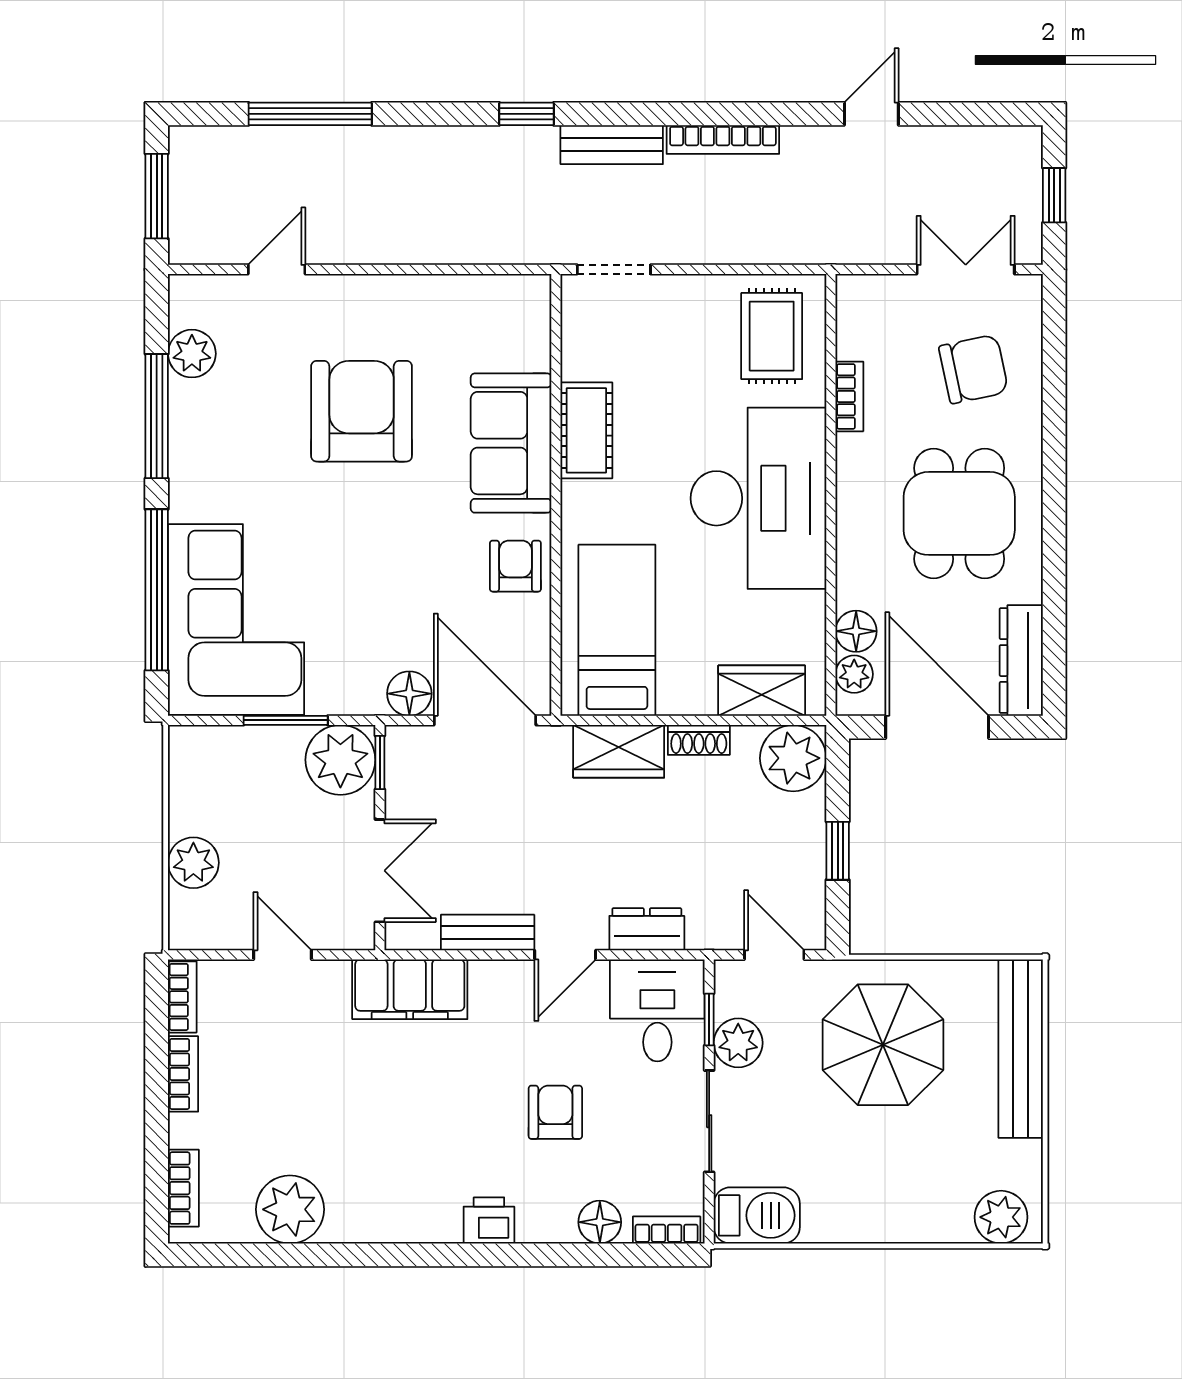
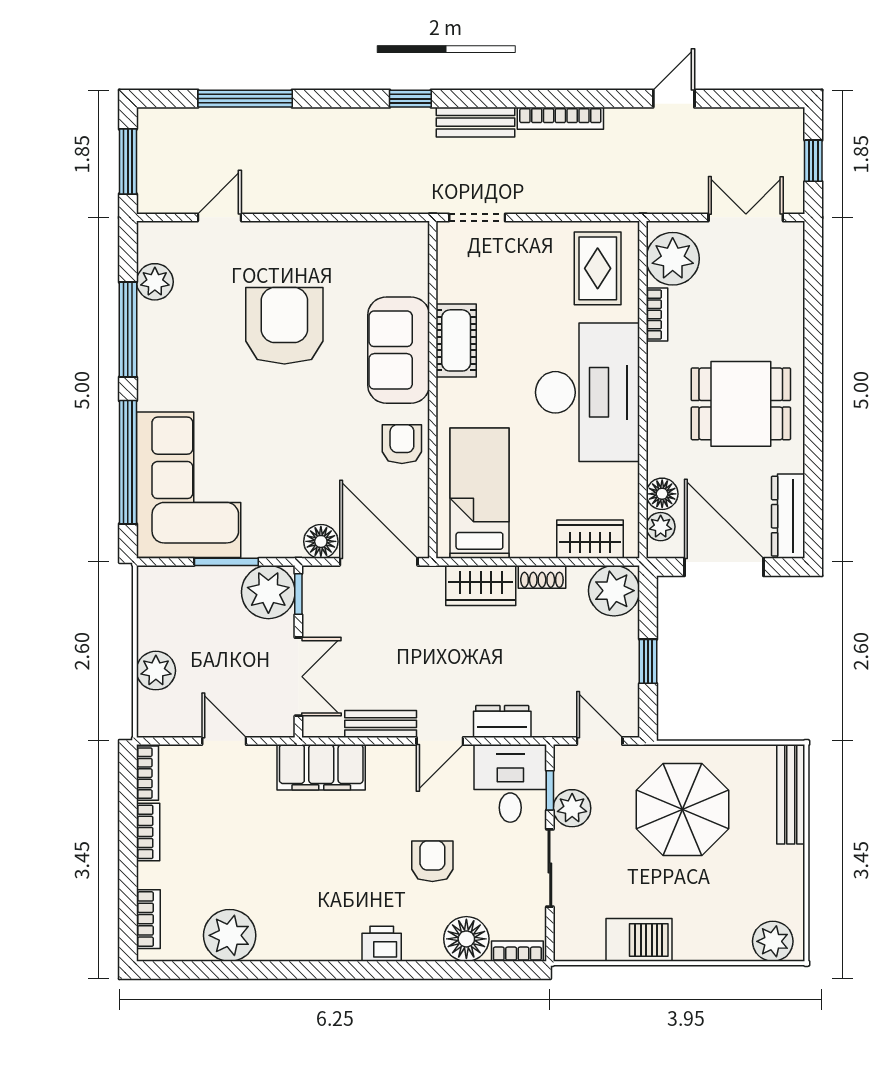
plant: (870, 323) -> (673, 259), added
chair: (974, 369) -> (752, 294), removed
dining table: (959, 513) -> (741, 404), turned 90
bench: (1021, 1049) -> (791, 794), width x0.73, depth x0.82
barbecue: (757, 1215) -> (639, 940), moved
floor lamp: (600, 1222) -> (466, 939), width x1.38, depth x1.38

